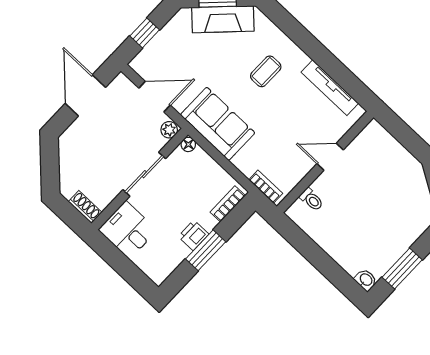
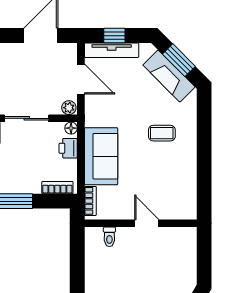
tv unit: (330, 88) -> (112, 50), moved, turned -90
sofa: (218, 124) -> (101, 156), moved
printer: (193, 235) -> (68, 148), moved, turned -90

